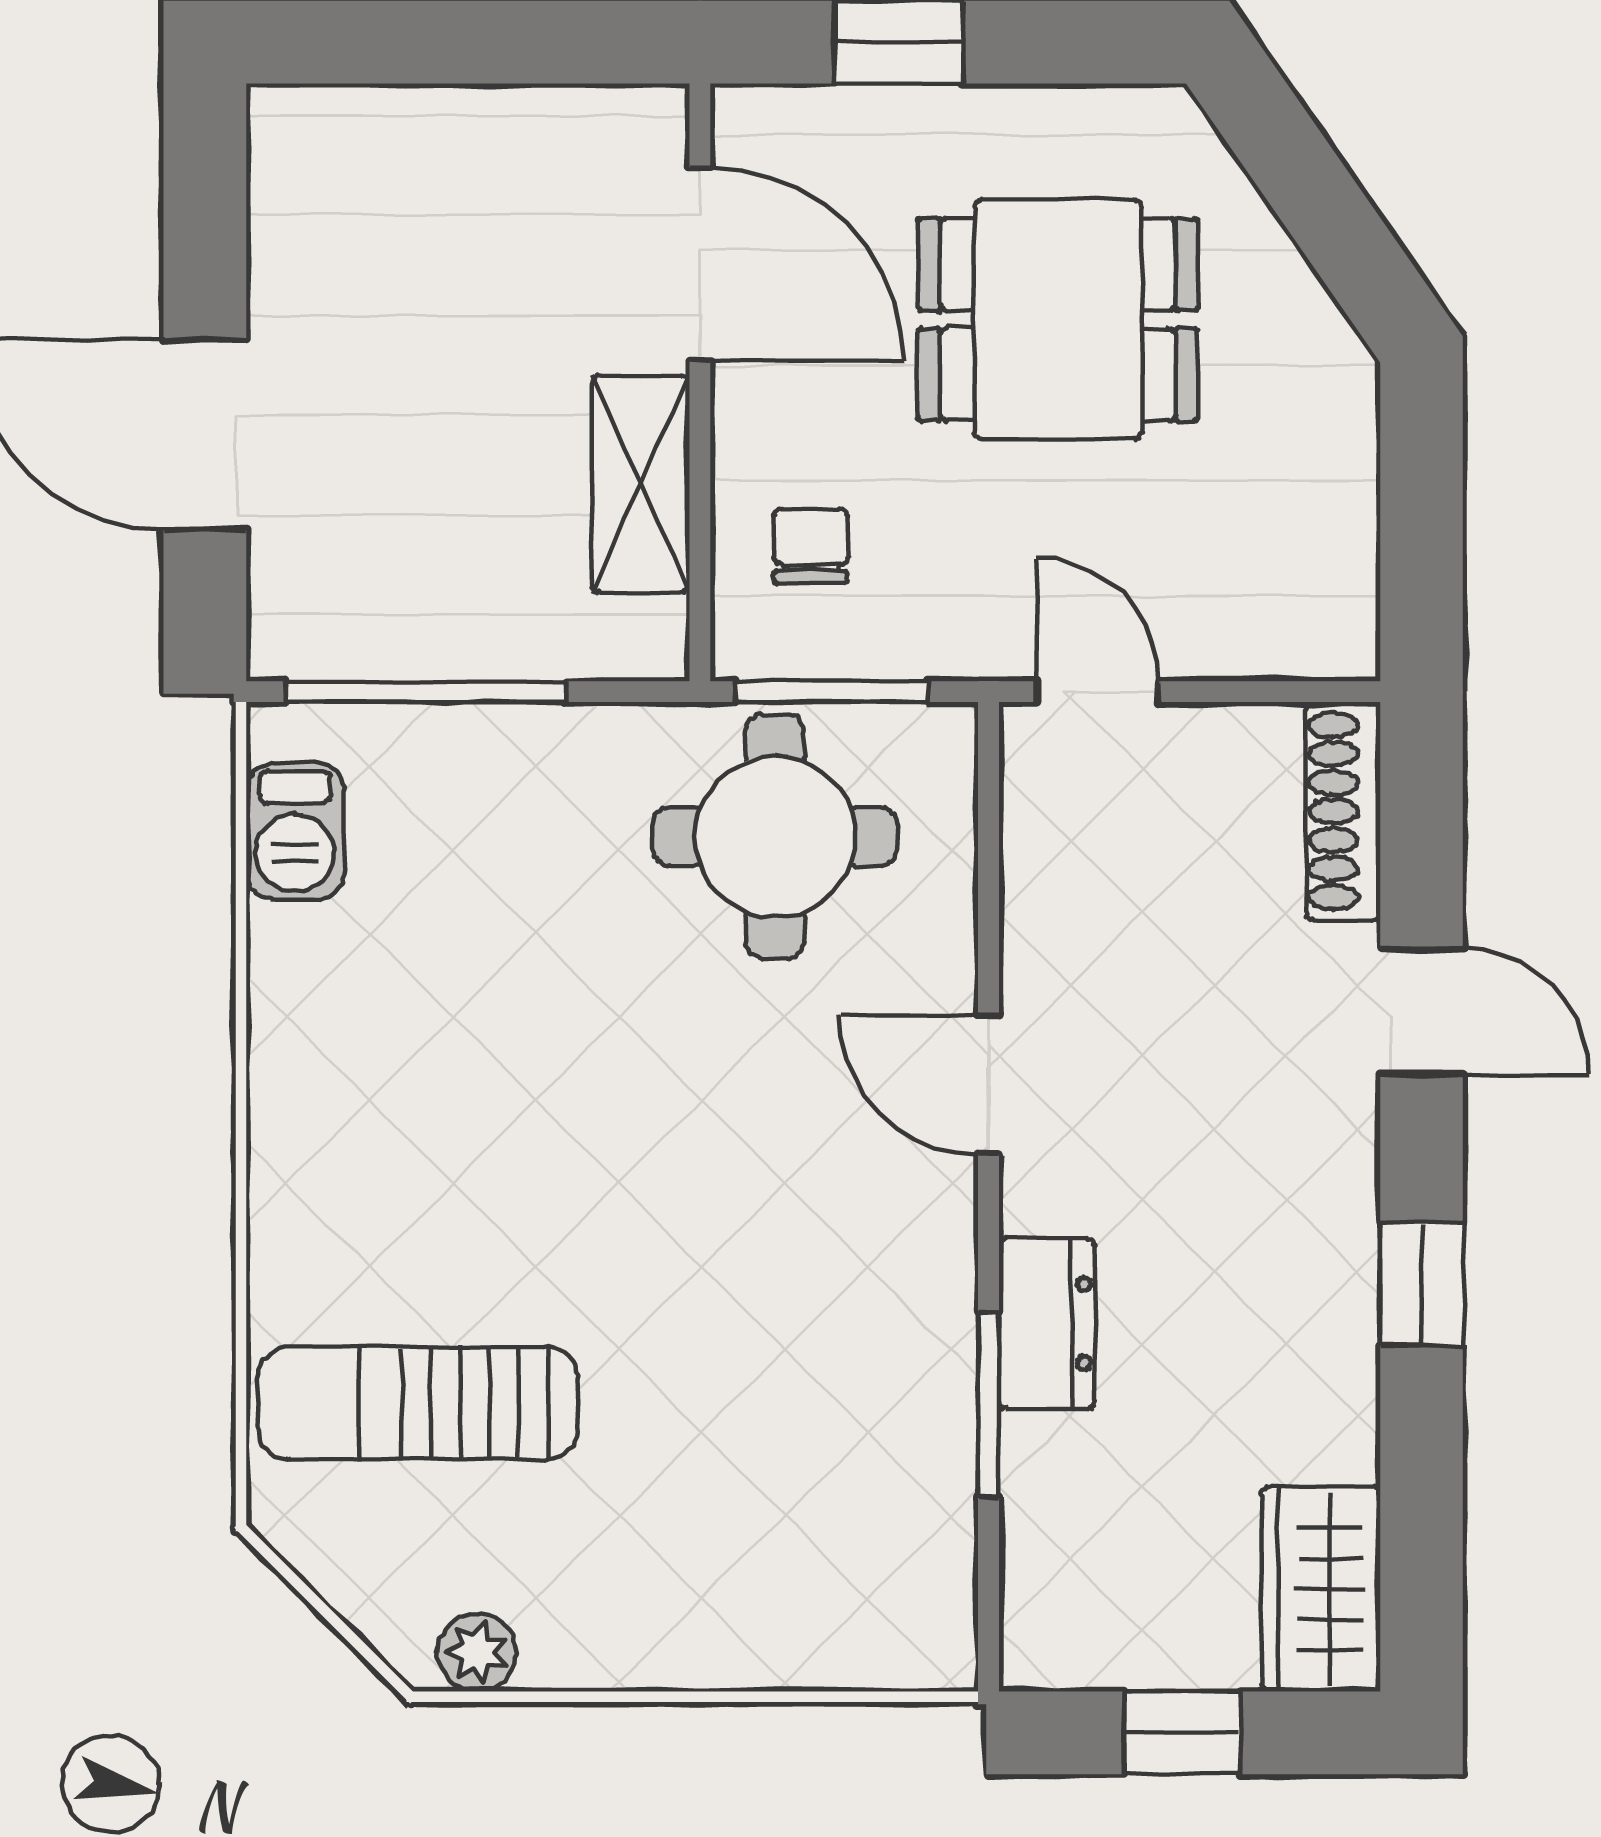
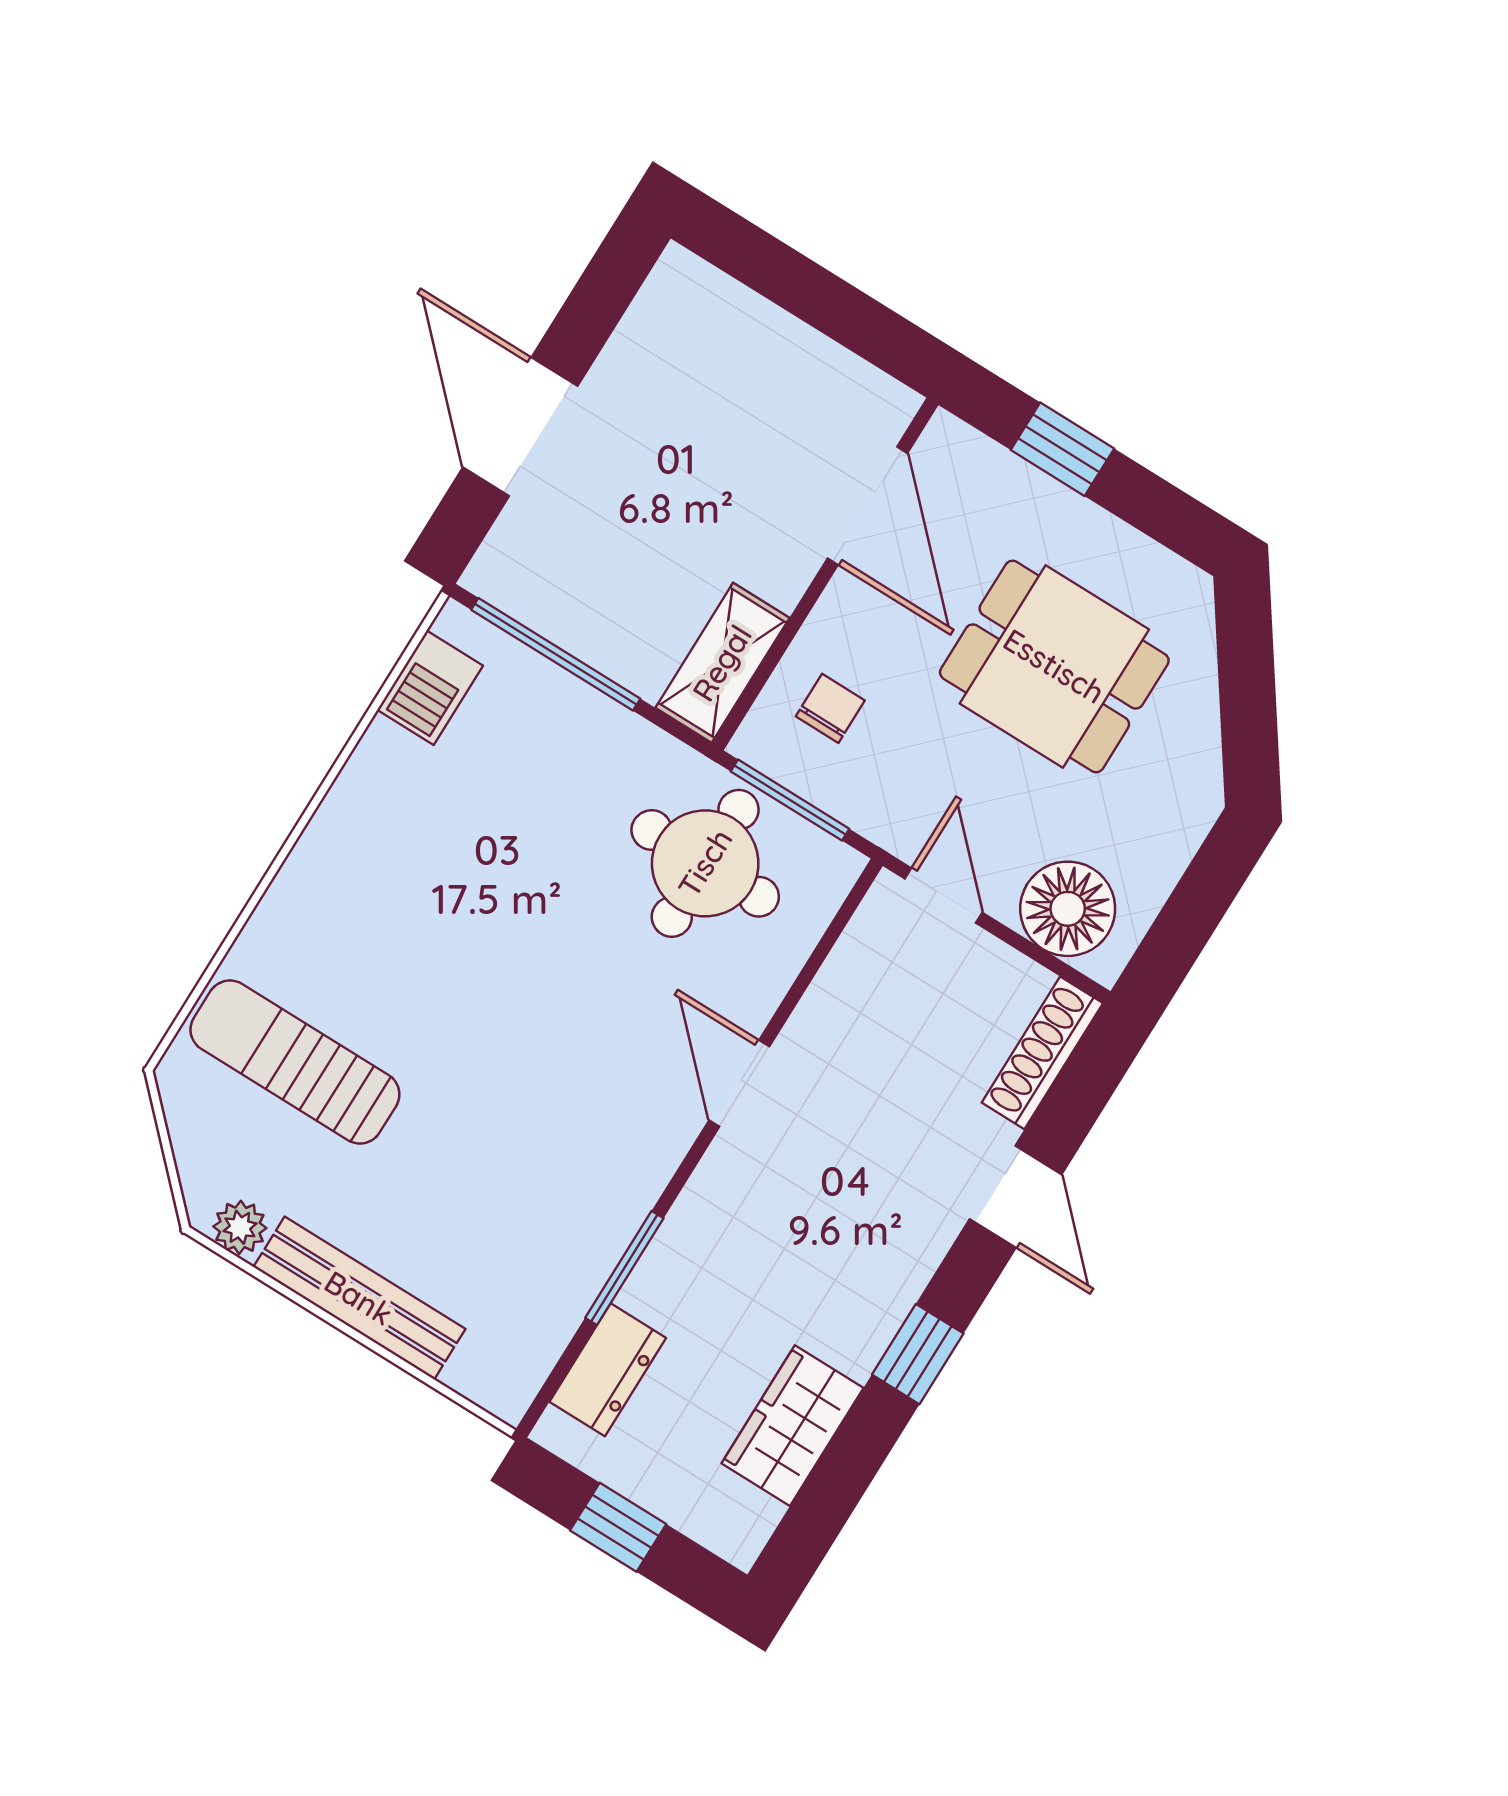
shelving: (641, 484) -> (722, 663), moved
floor lamp: (1263, 612) -> (1068, 909), added
dresser: (1047, 1323) -> (608, 1370), moved
wardrobe: (1321, 1589) -> (792, 1426), moved
bench: (681, 1648) -> (359, 1298), added

